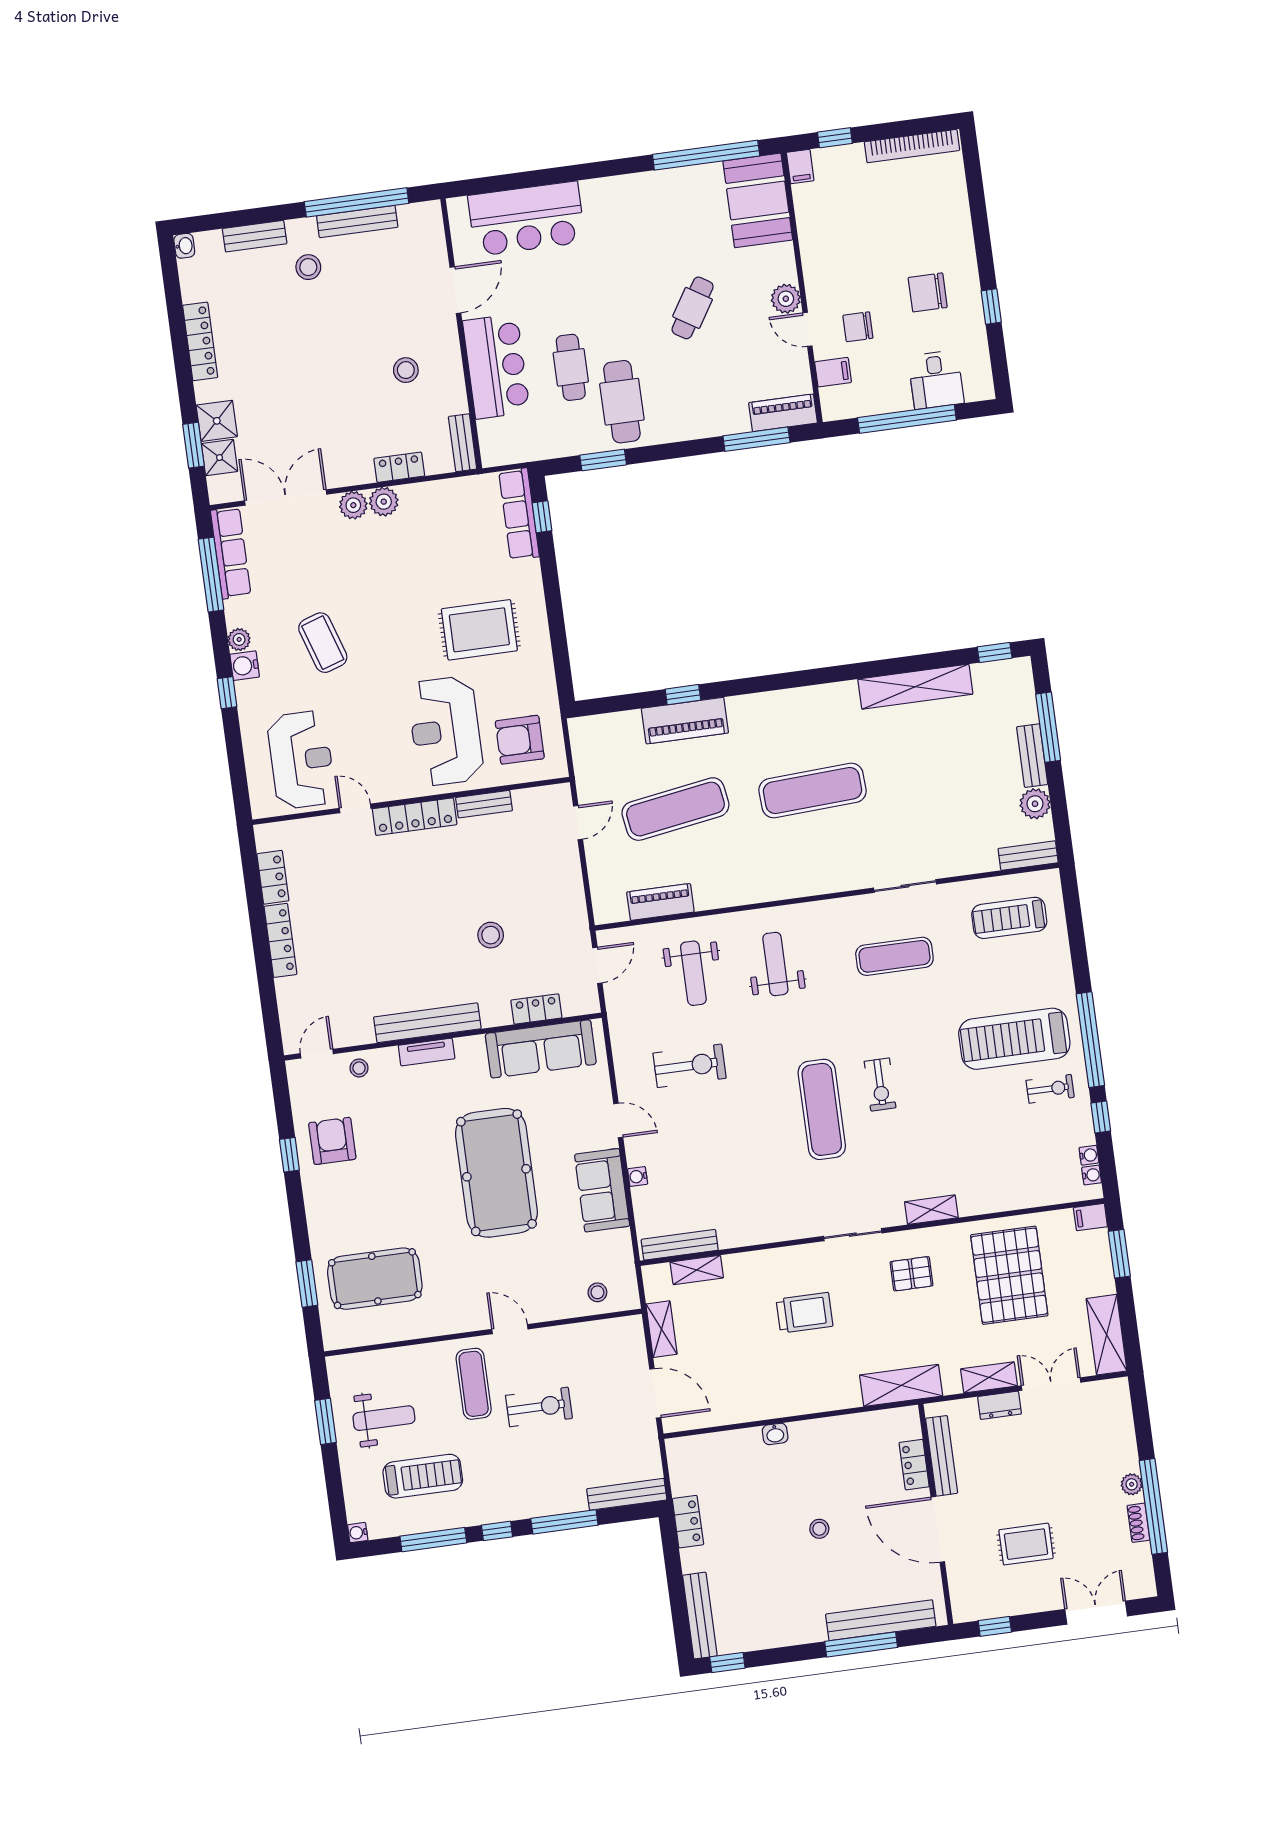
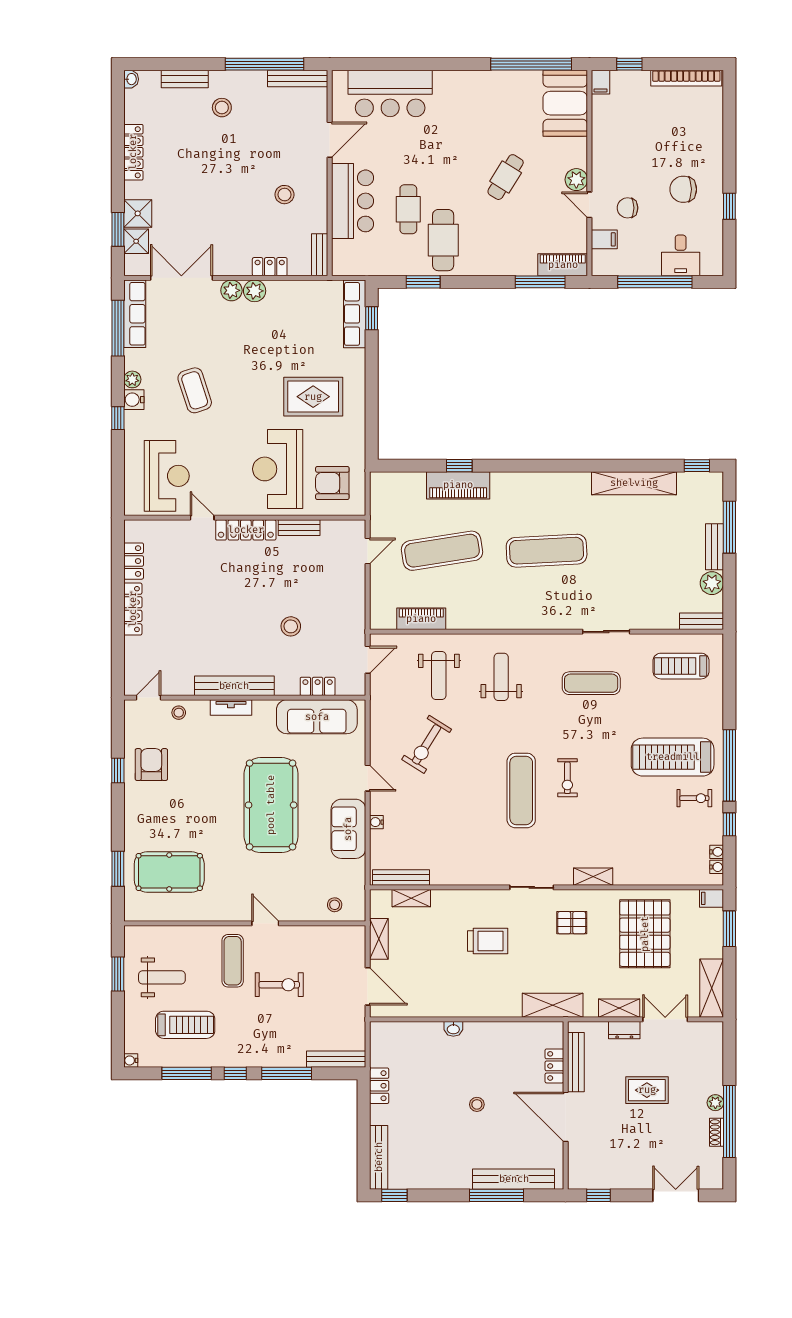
bench: (357, 222) -> (298, 78), moved
exercise bike: (690, 1066) -> (427, 744), turned 122
rug: (1026, 1544) -> (647, 1090), moved

